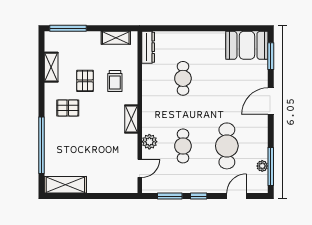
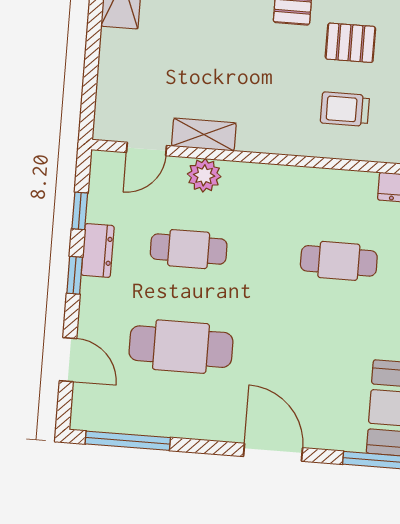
shelving: (131, 119) -> (204, 135), moved
plant: (262, 166) -> (130, 422), removed
door: (140, 168) -> (147, 149), hinge flipped
dresser: (187, 187) -> (98, 250), added
window: (170, 196) -> (80, 211), width x0.67

